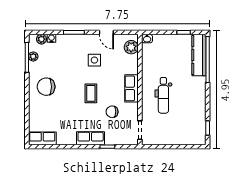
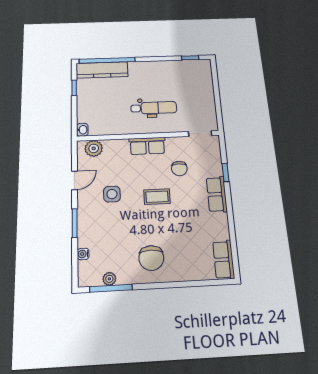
plant: (41, 39) -> (84, 268), removed

